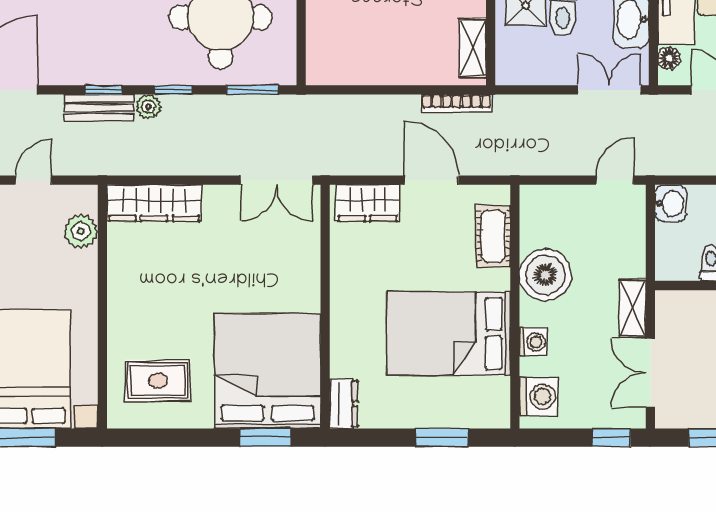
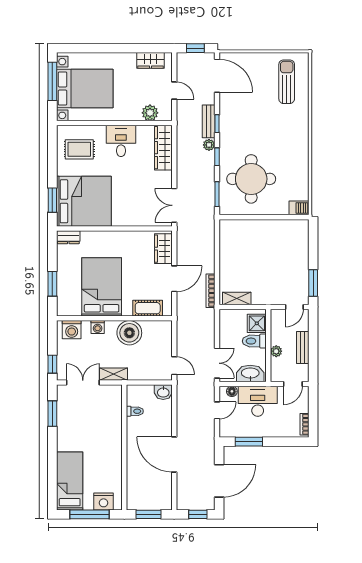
desk: (140, 293) -> (121, 141), added
rug: (158, 381) -> (79, 149), turned 90

